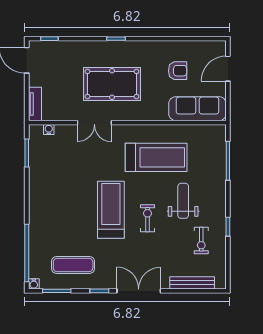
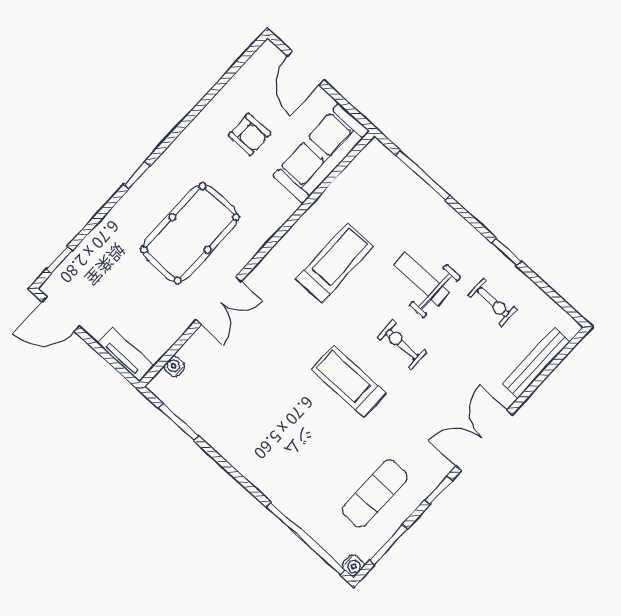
armchair: (178, 71) -> (249, 134), turned 90
treadmill: (156, 157) -> (335, 263), width x0.73, depth x0.73
treadmill: (111, 210) -> (349, 381), width x0.73, depth x0.73

